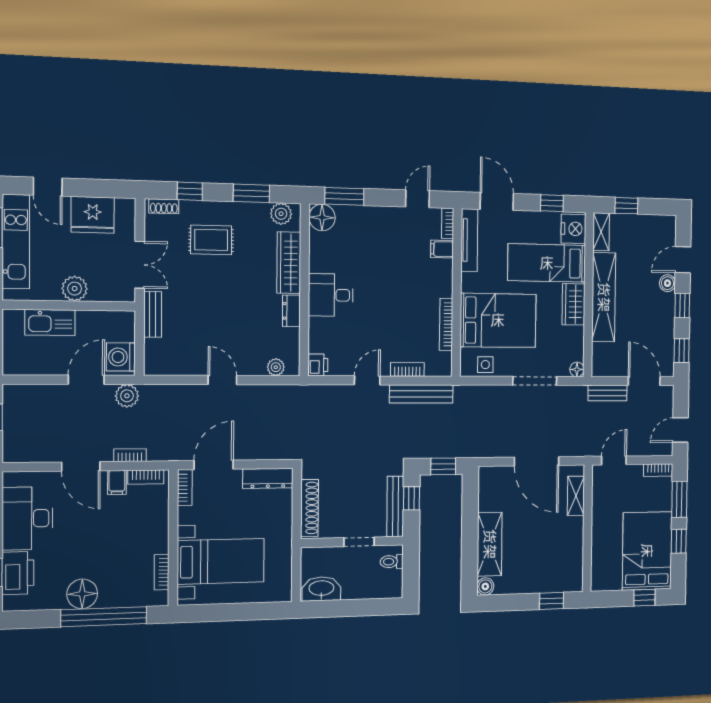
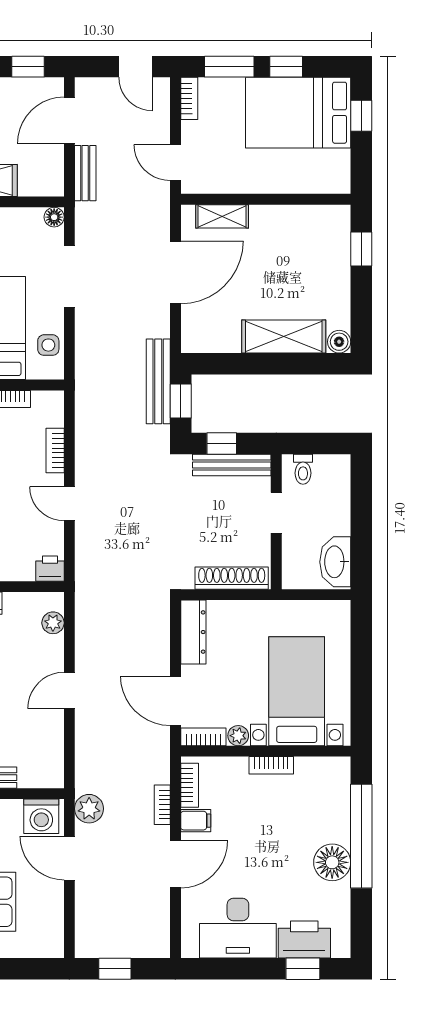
bench: (421, 394) -> (158, 381), moved
plant: (186, 515) -> (238, 736), added
bookcase: (162, 572) -> (271, 765), moved

